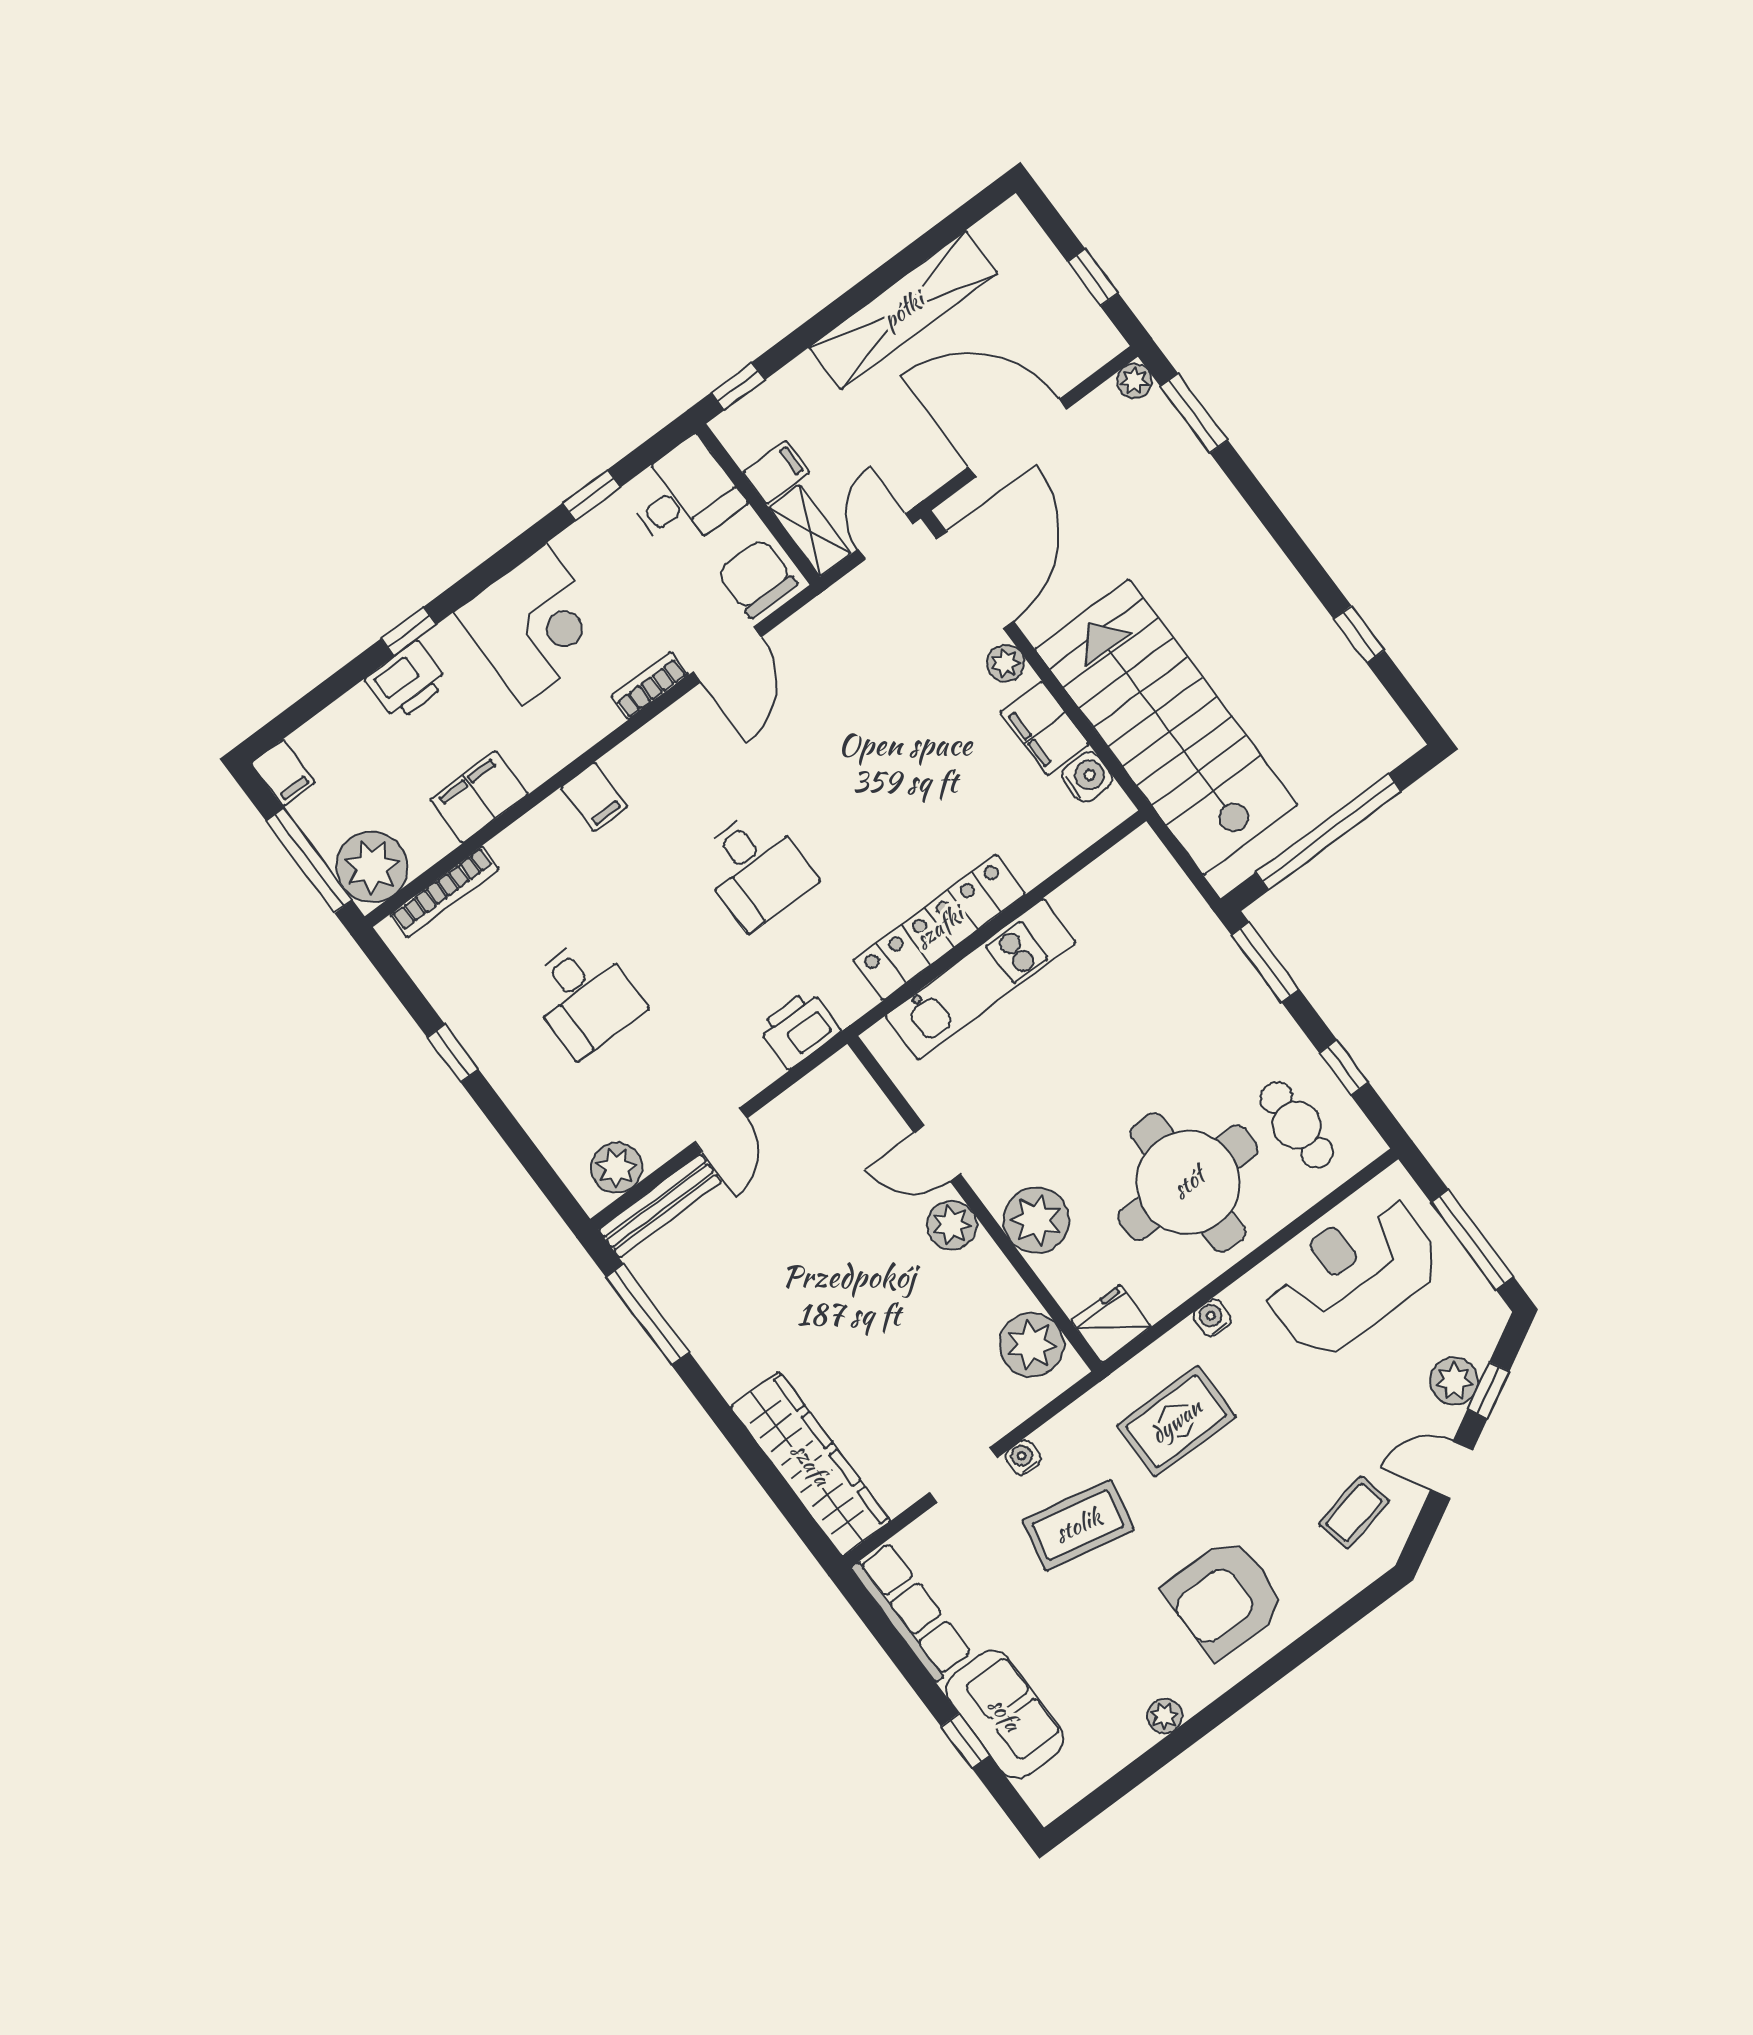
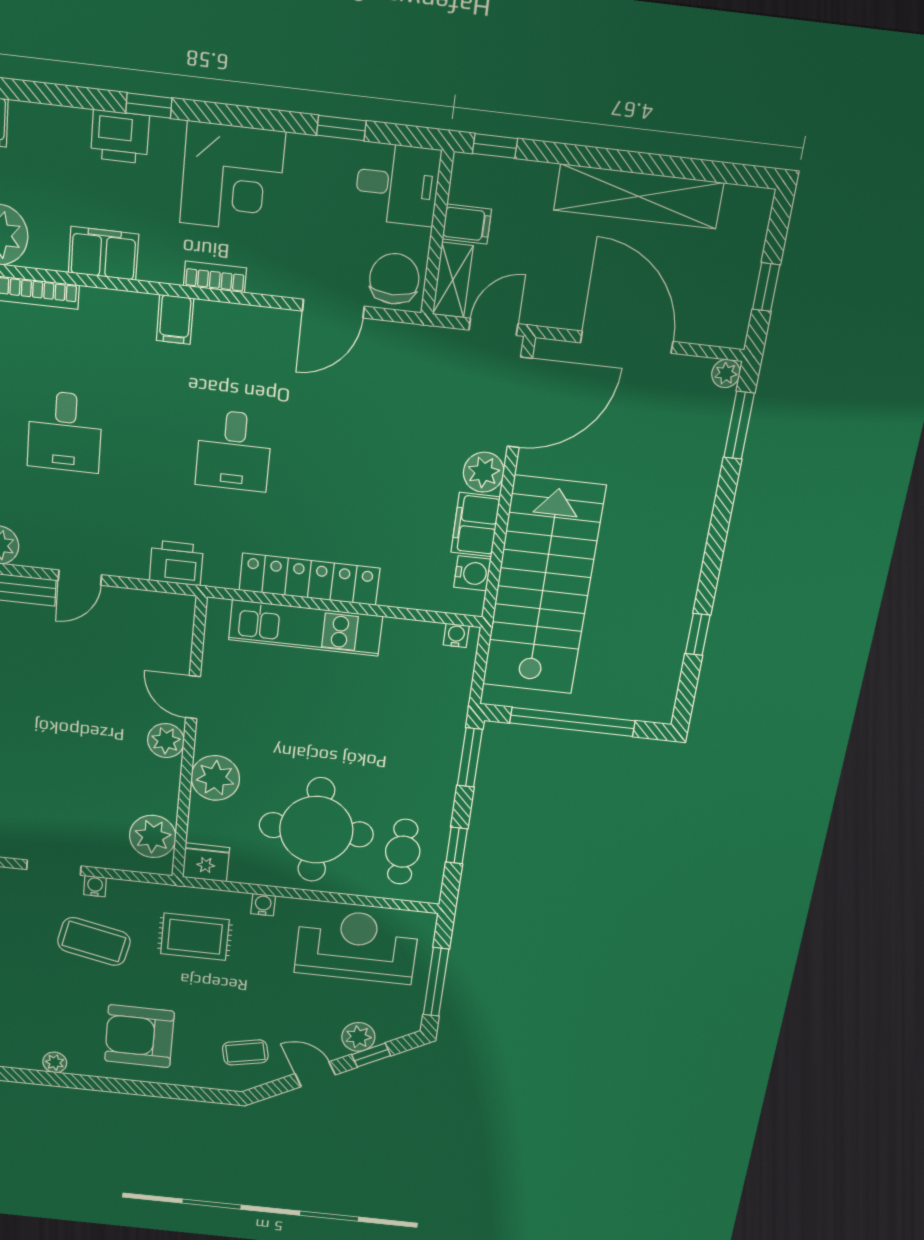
plant: (1006, 663) -> (484, 472), width x1.38, depth x1.38
bookcase: (649, 685) -> (215, 277), moved
water cooler: (1131, 851) -> (456, 635), added

